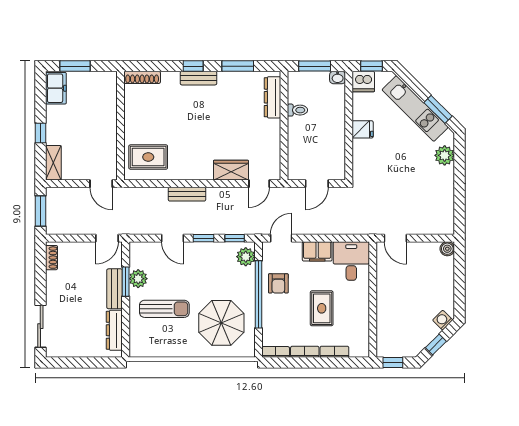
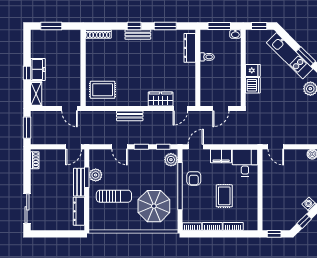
dishwasher: (363, 82) -> (253, 85), moved, turned -90
freezer: (56, 88) -> (38, 69), moved

